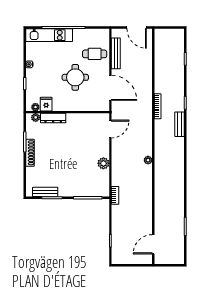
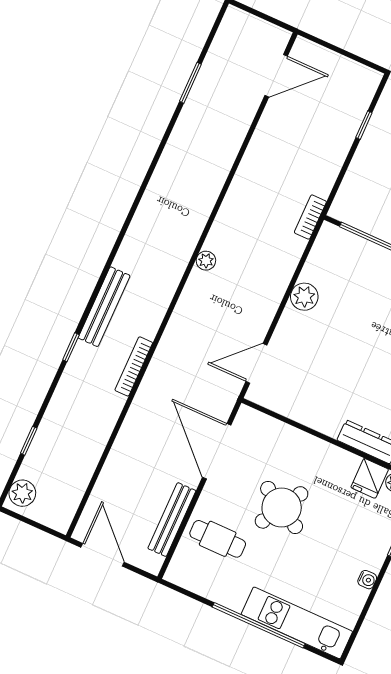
plant: (179, 37) -> (22, 493), added
round table: (75, 77) -> (282, 507), turned 30
bench: (180, 124) -> (104, 307), width x1.36

